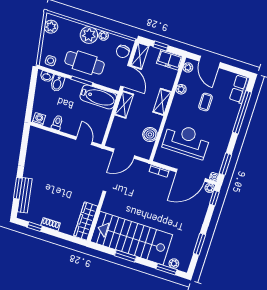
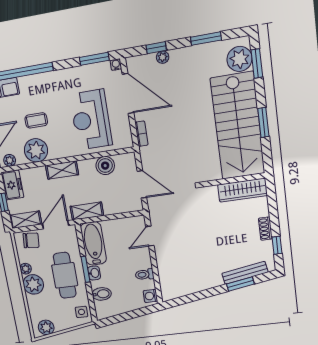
washbasin: (47, 76) -> (94, 273), moved
plant: (181, 89) -> (36, 150), width x1.88, depth x1.88
plant: (210, 188) -> (163, 57), moved
window: (214, 198) -> (156, 48), moved
plant: (174, 264) -> (239, 59), width x1.87, depth x1.87

